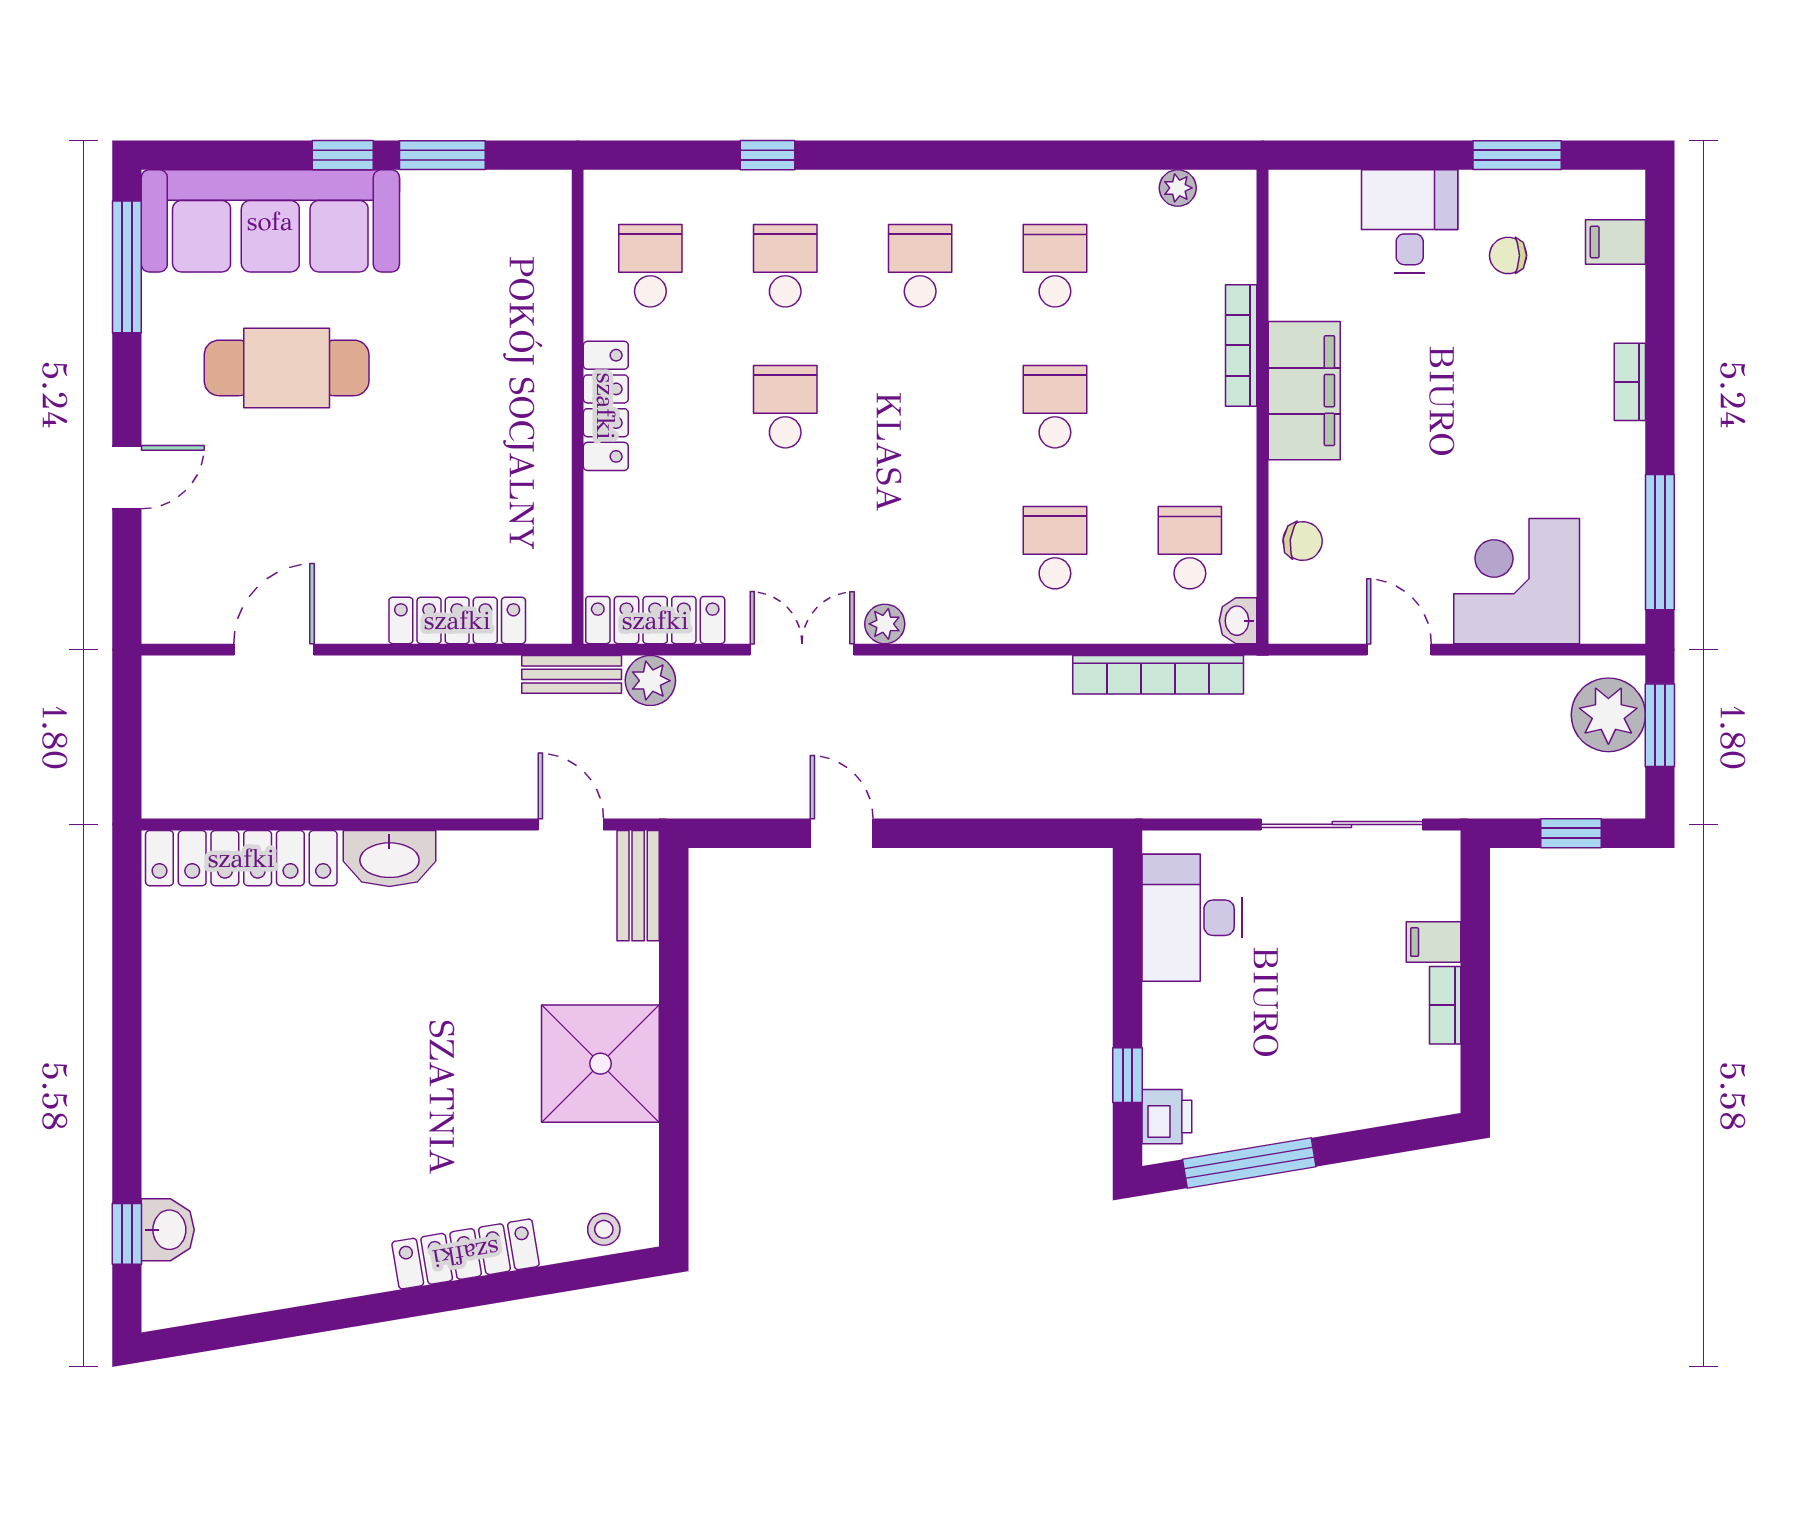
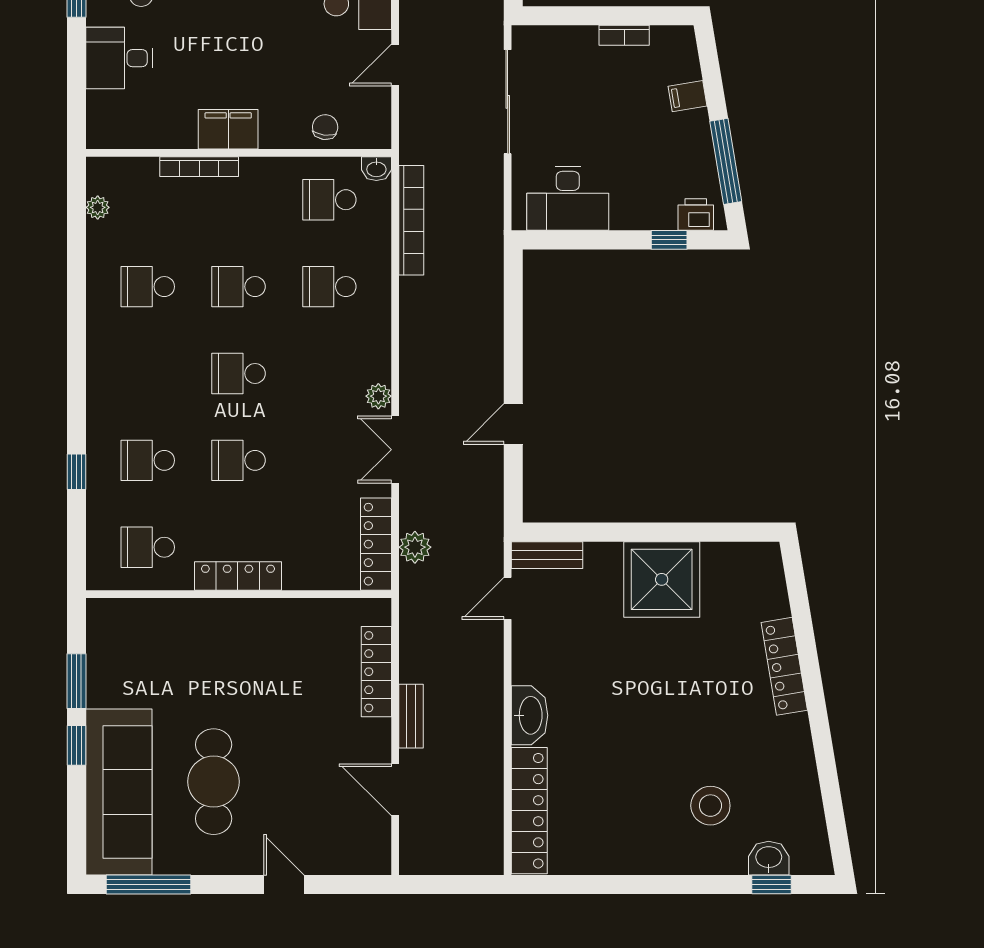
school desk: (920, 266) -> (239, 373), moved
filing cabinet: (1304, 391) -> (228, 129), width x0.67, depth x0.86
bench: (572, 674) -> (411, 716), moved
filing cabinet: (1434, 942) -> (688, 96), moved, turned 81
stool: (604, 1229) -> (710, 806), moved, width x1.89, depth x1.89

